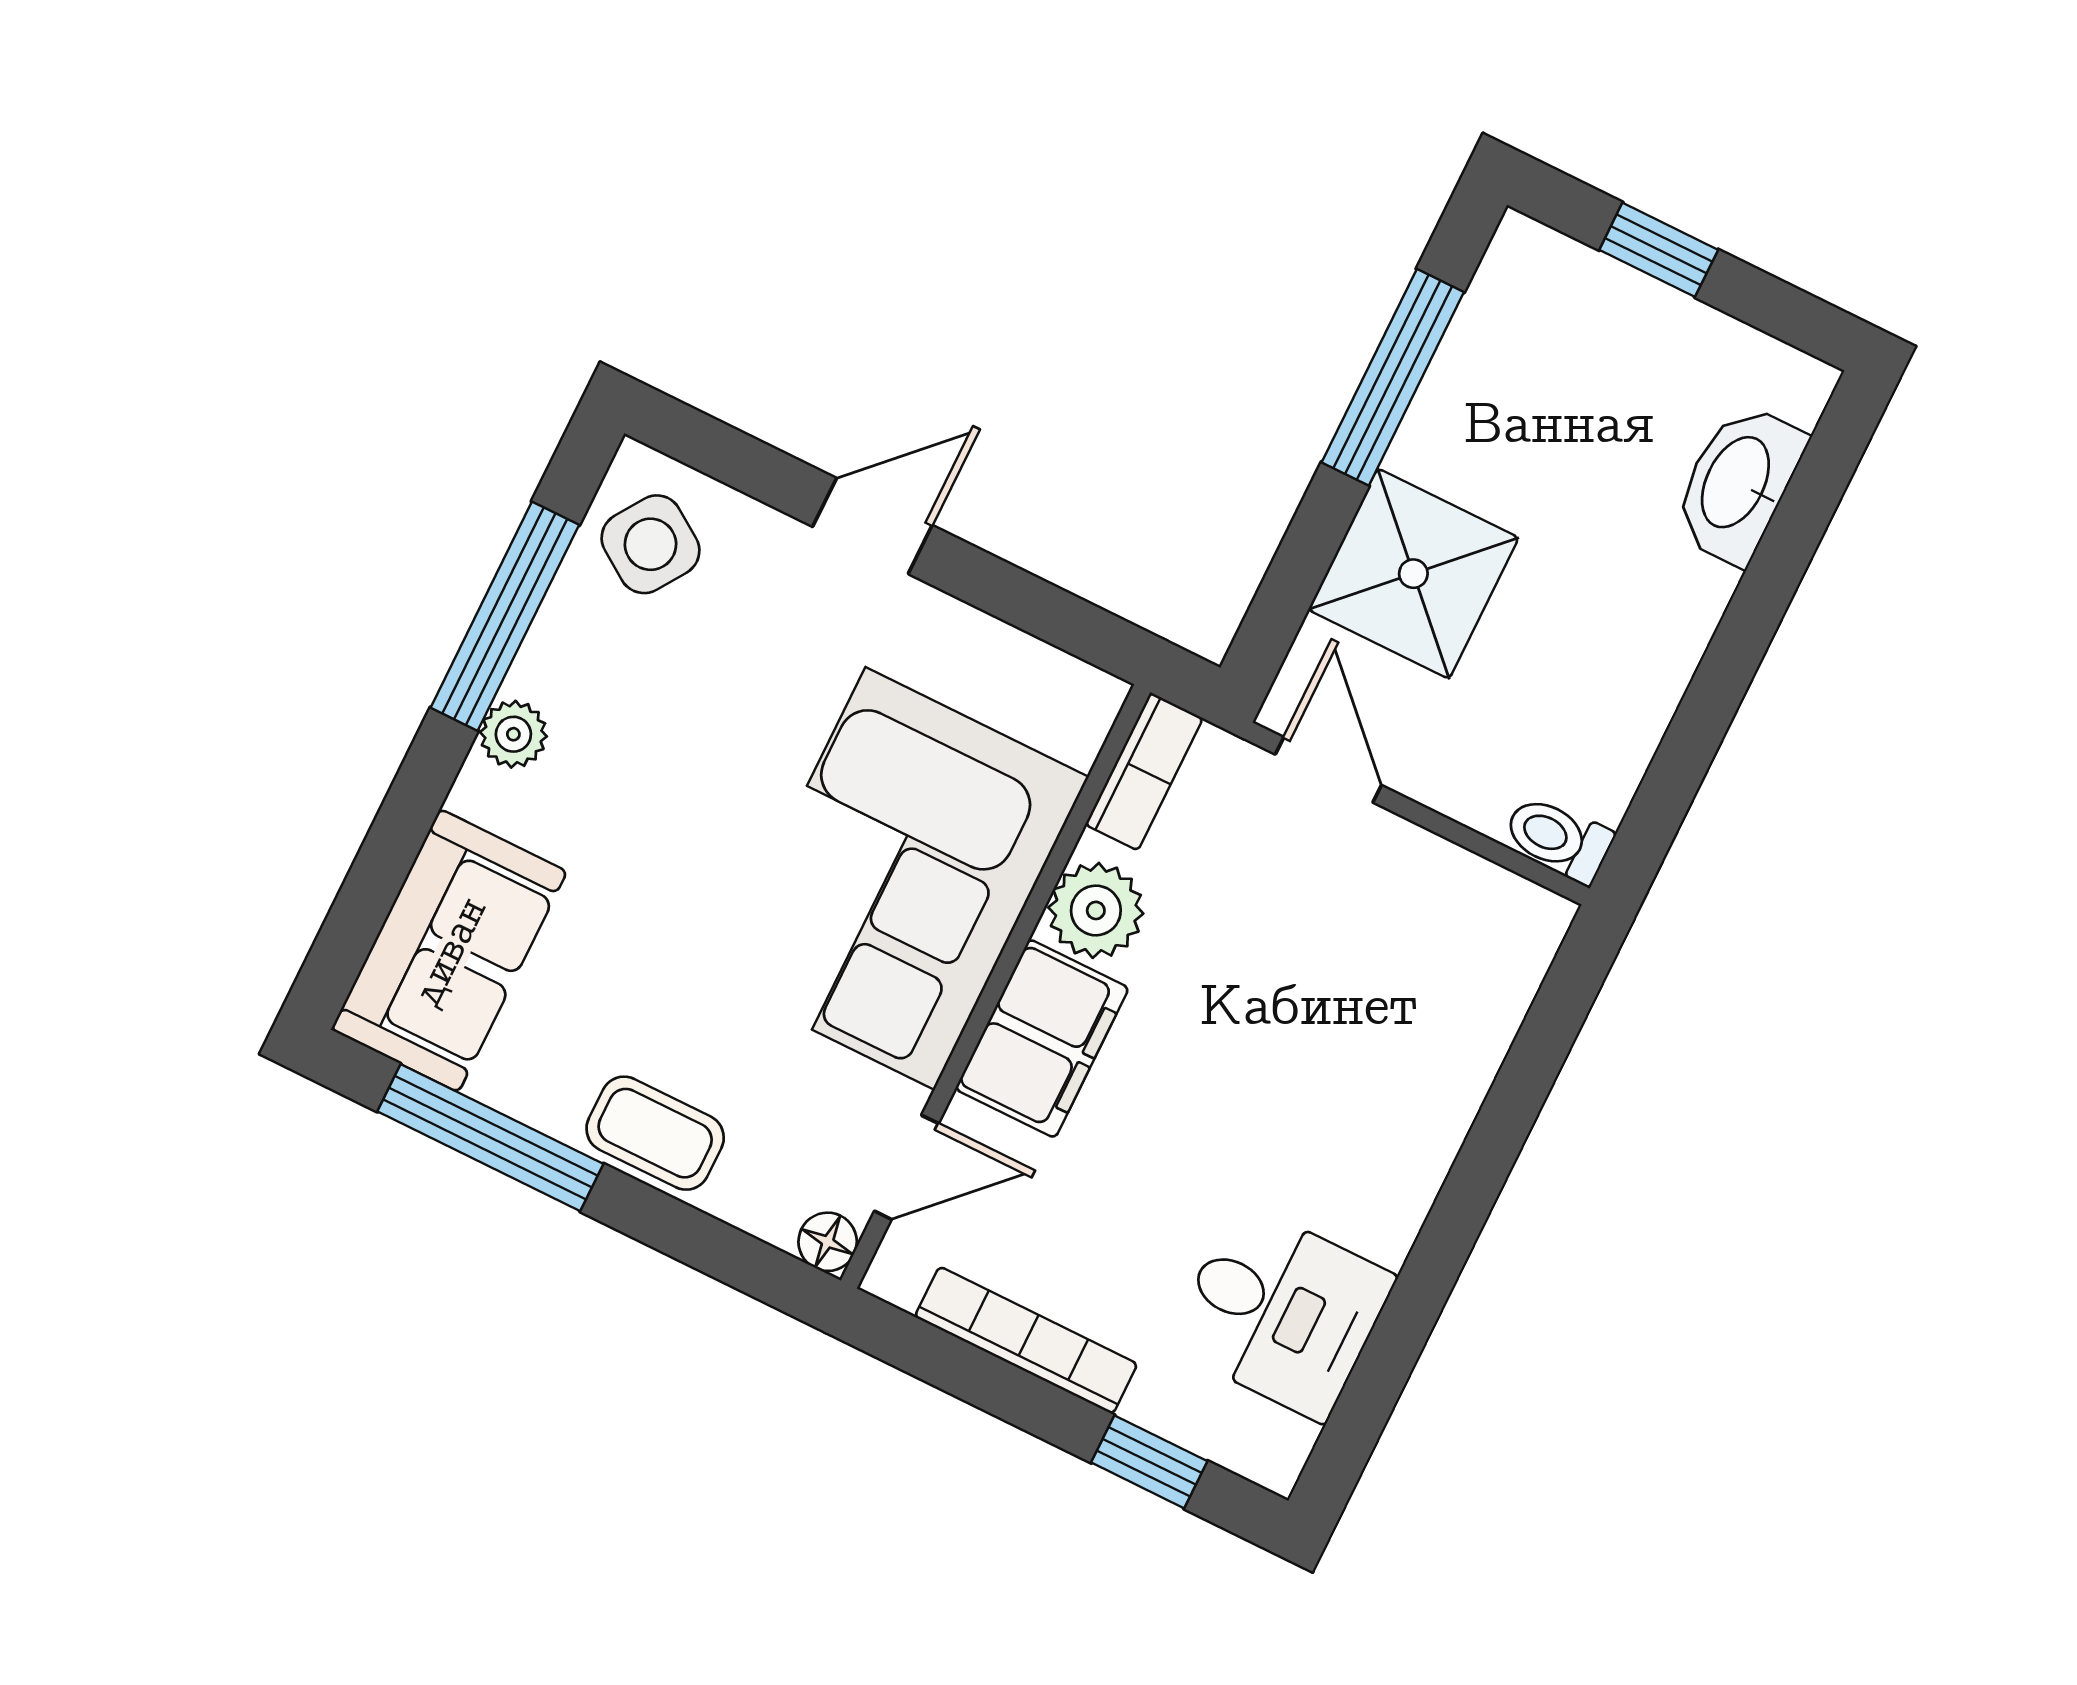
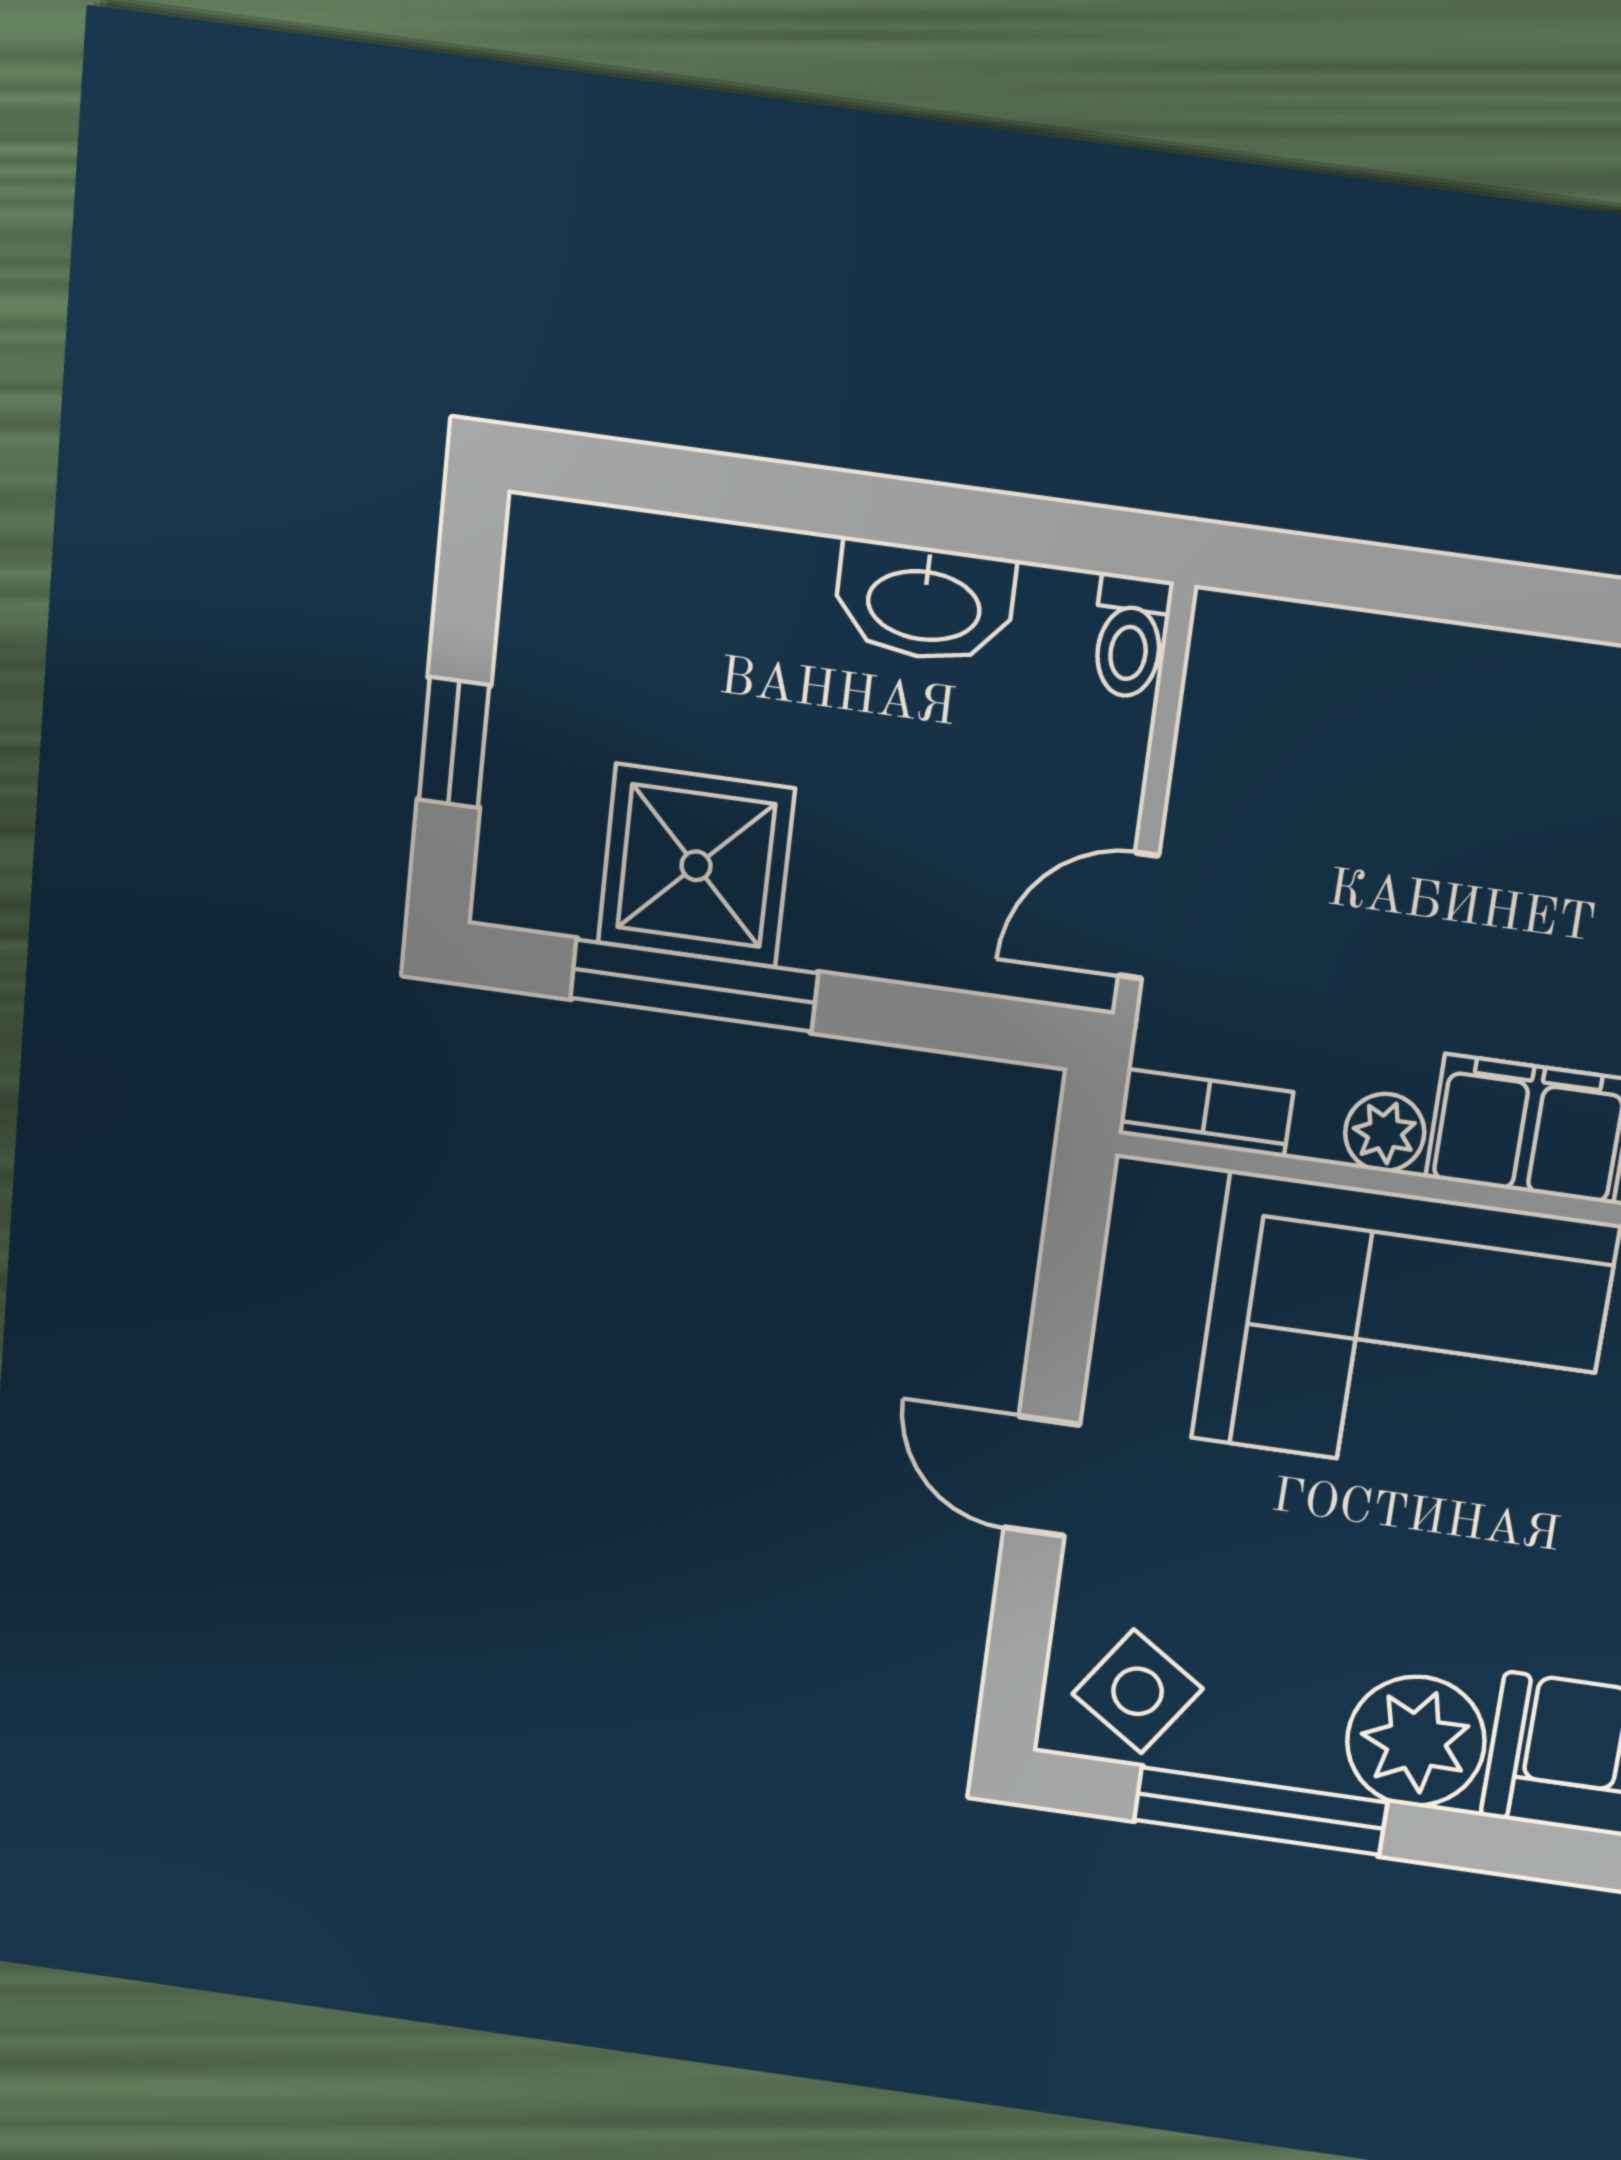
washbasin: (1738, 483) -> (924, 602), moved
shower: (1413, 574) -> (696, 866), moved
plant: (513, 734) -> (1416, 1741), width x1.88, depth x1.88
plant: (1096, 910) -> (1385, 1133), width x0.73, depth x0.73

